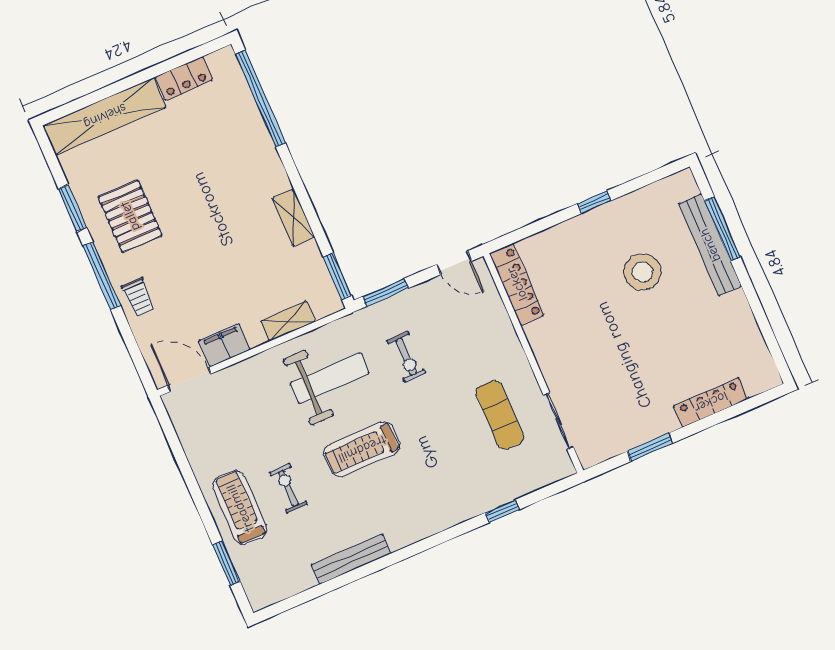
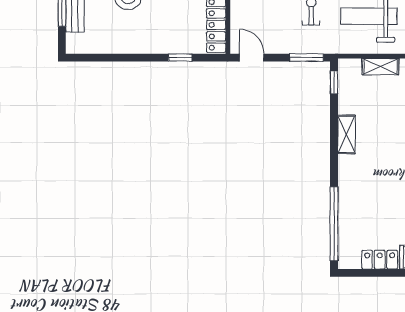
window: (594, 202) -> (180, 58), moved
window: (337, 276) -> (334, 82), width x0.67

